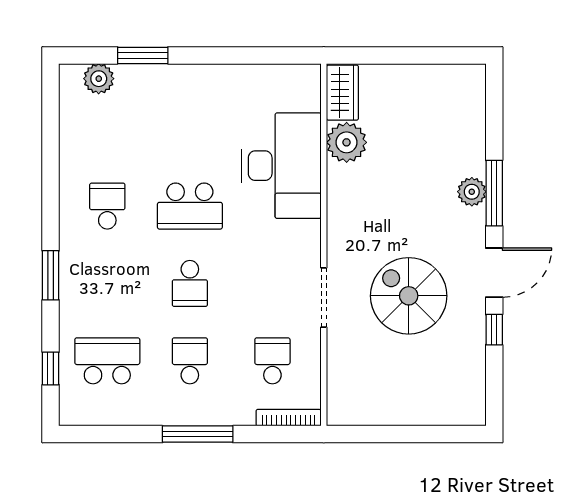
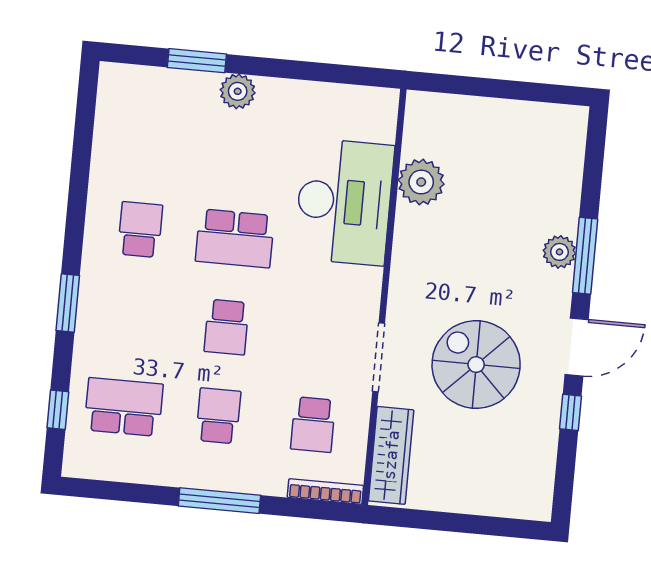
plant: (99, 79) -> (238, 91), moved
wardrobe: (342, 93) -> (391, 455), moved, width x1.50
school desk: (272, 361) -> (313, 425), turned 180

